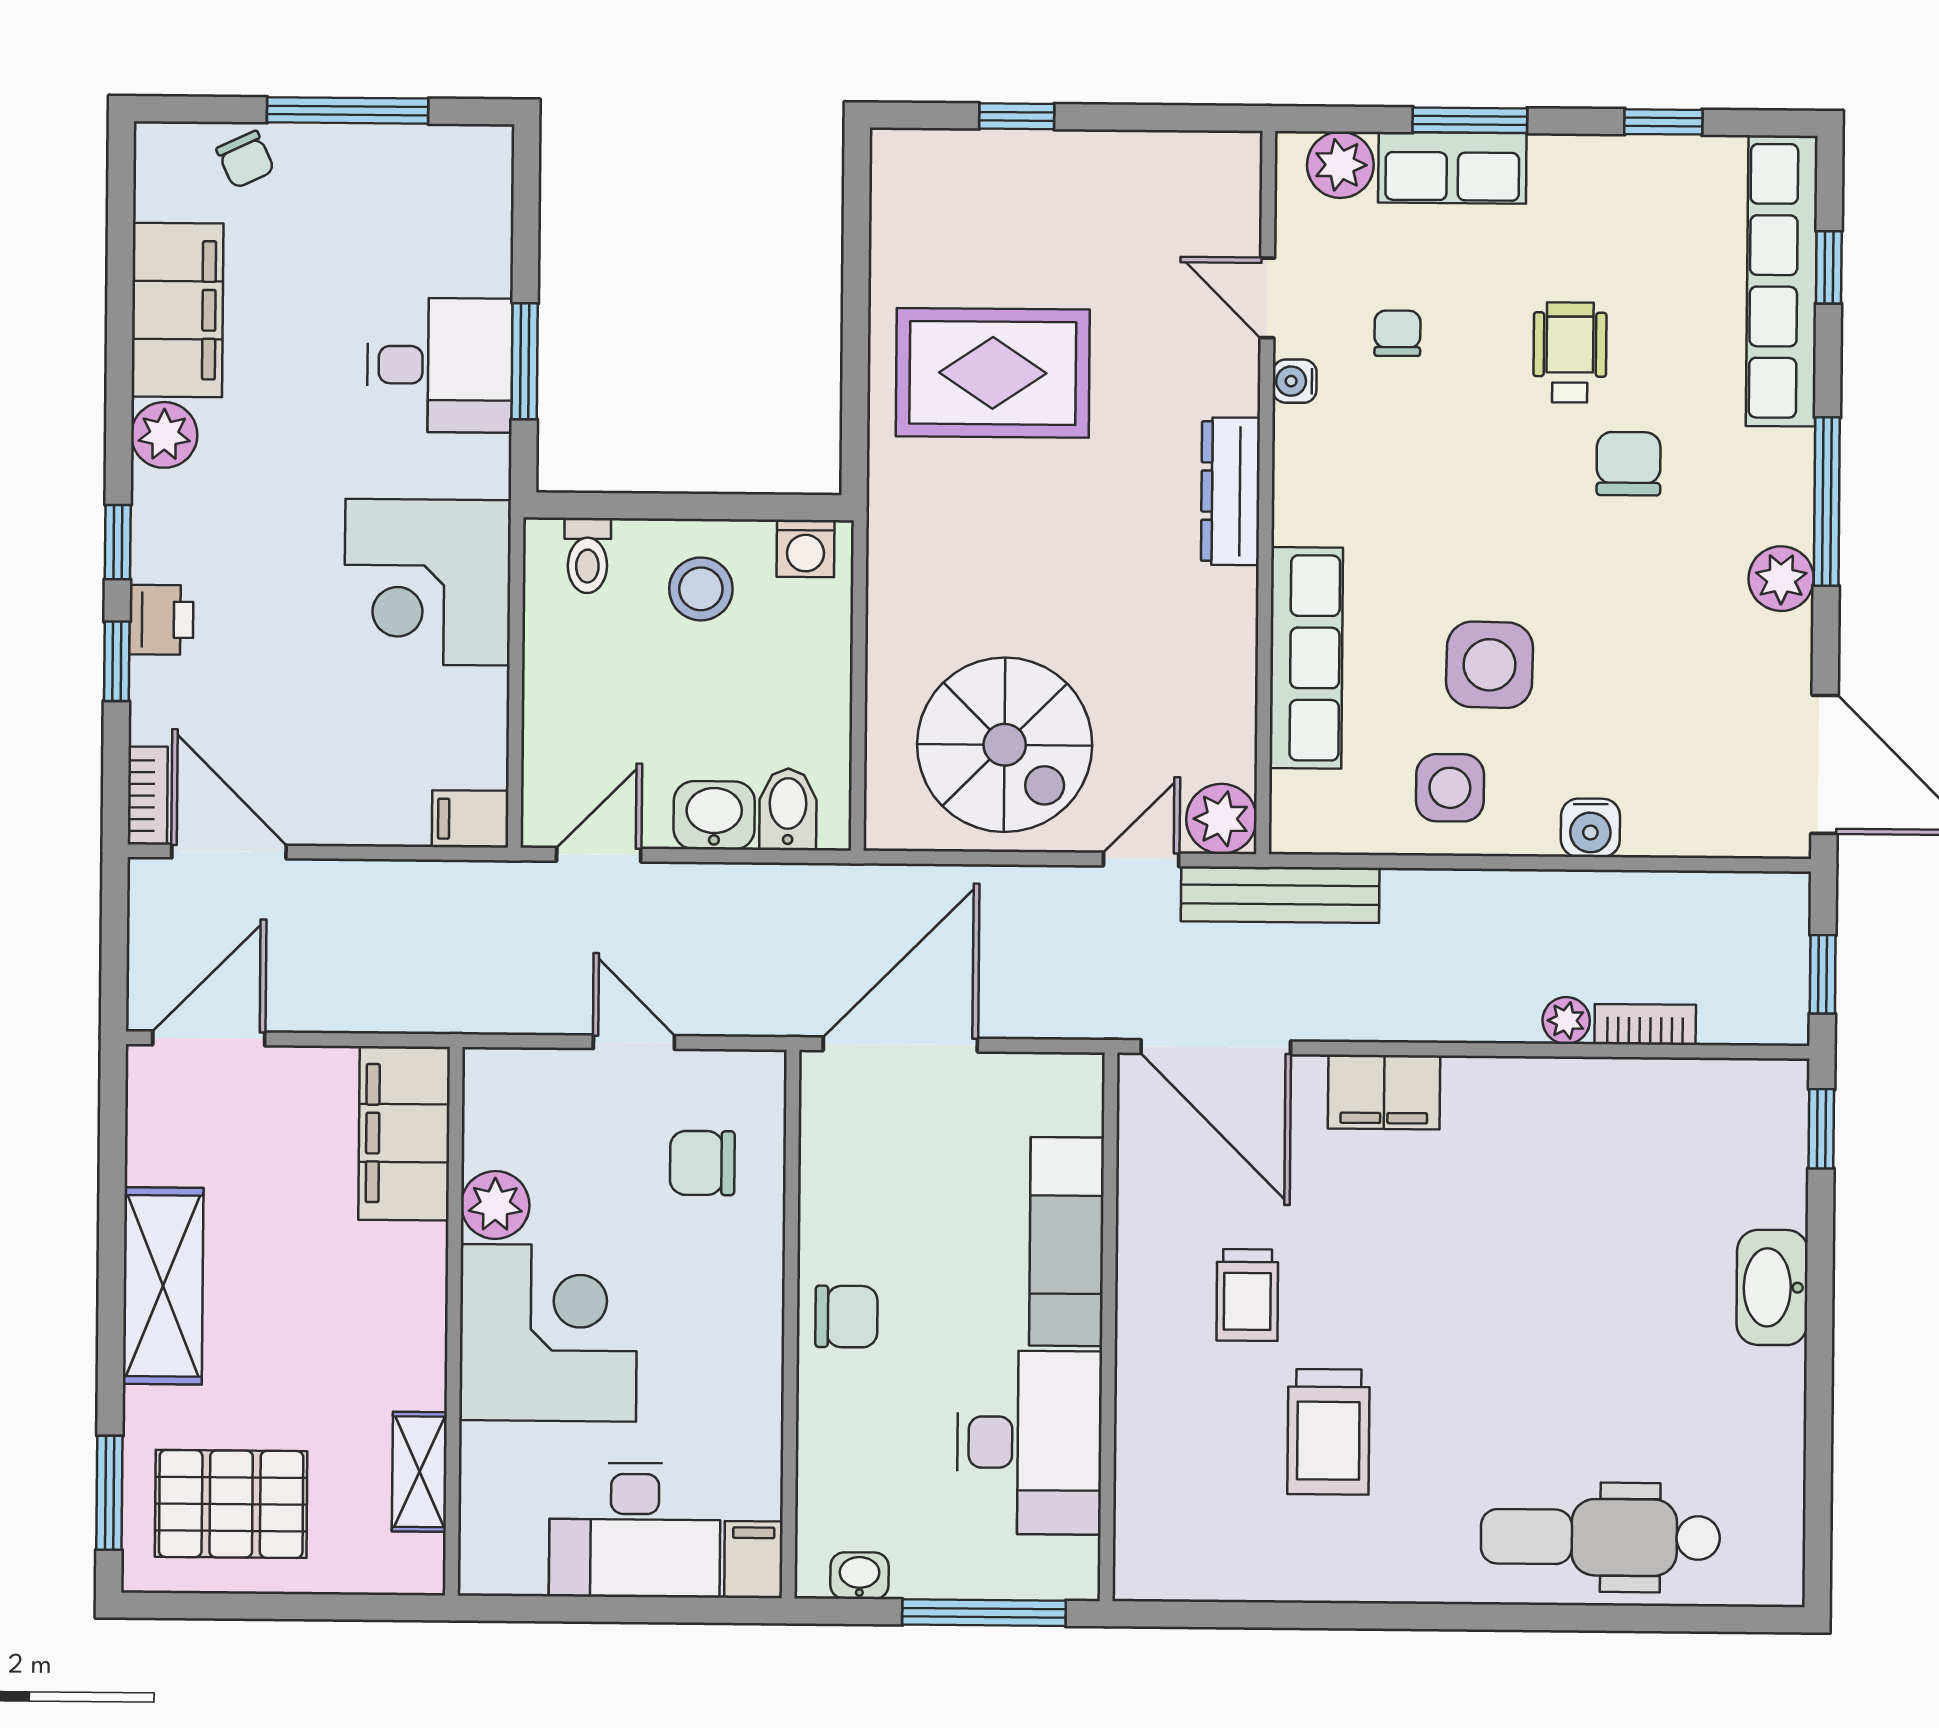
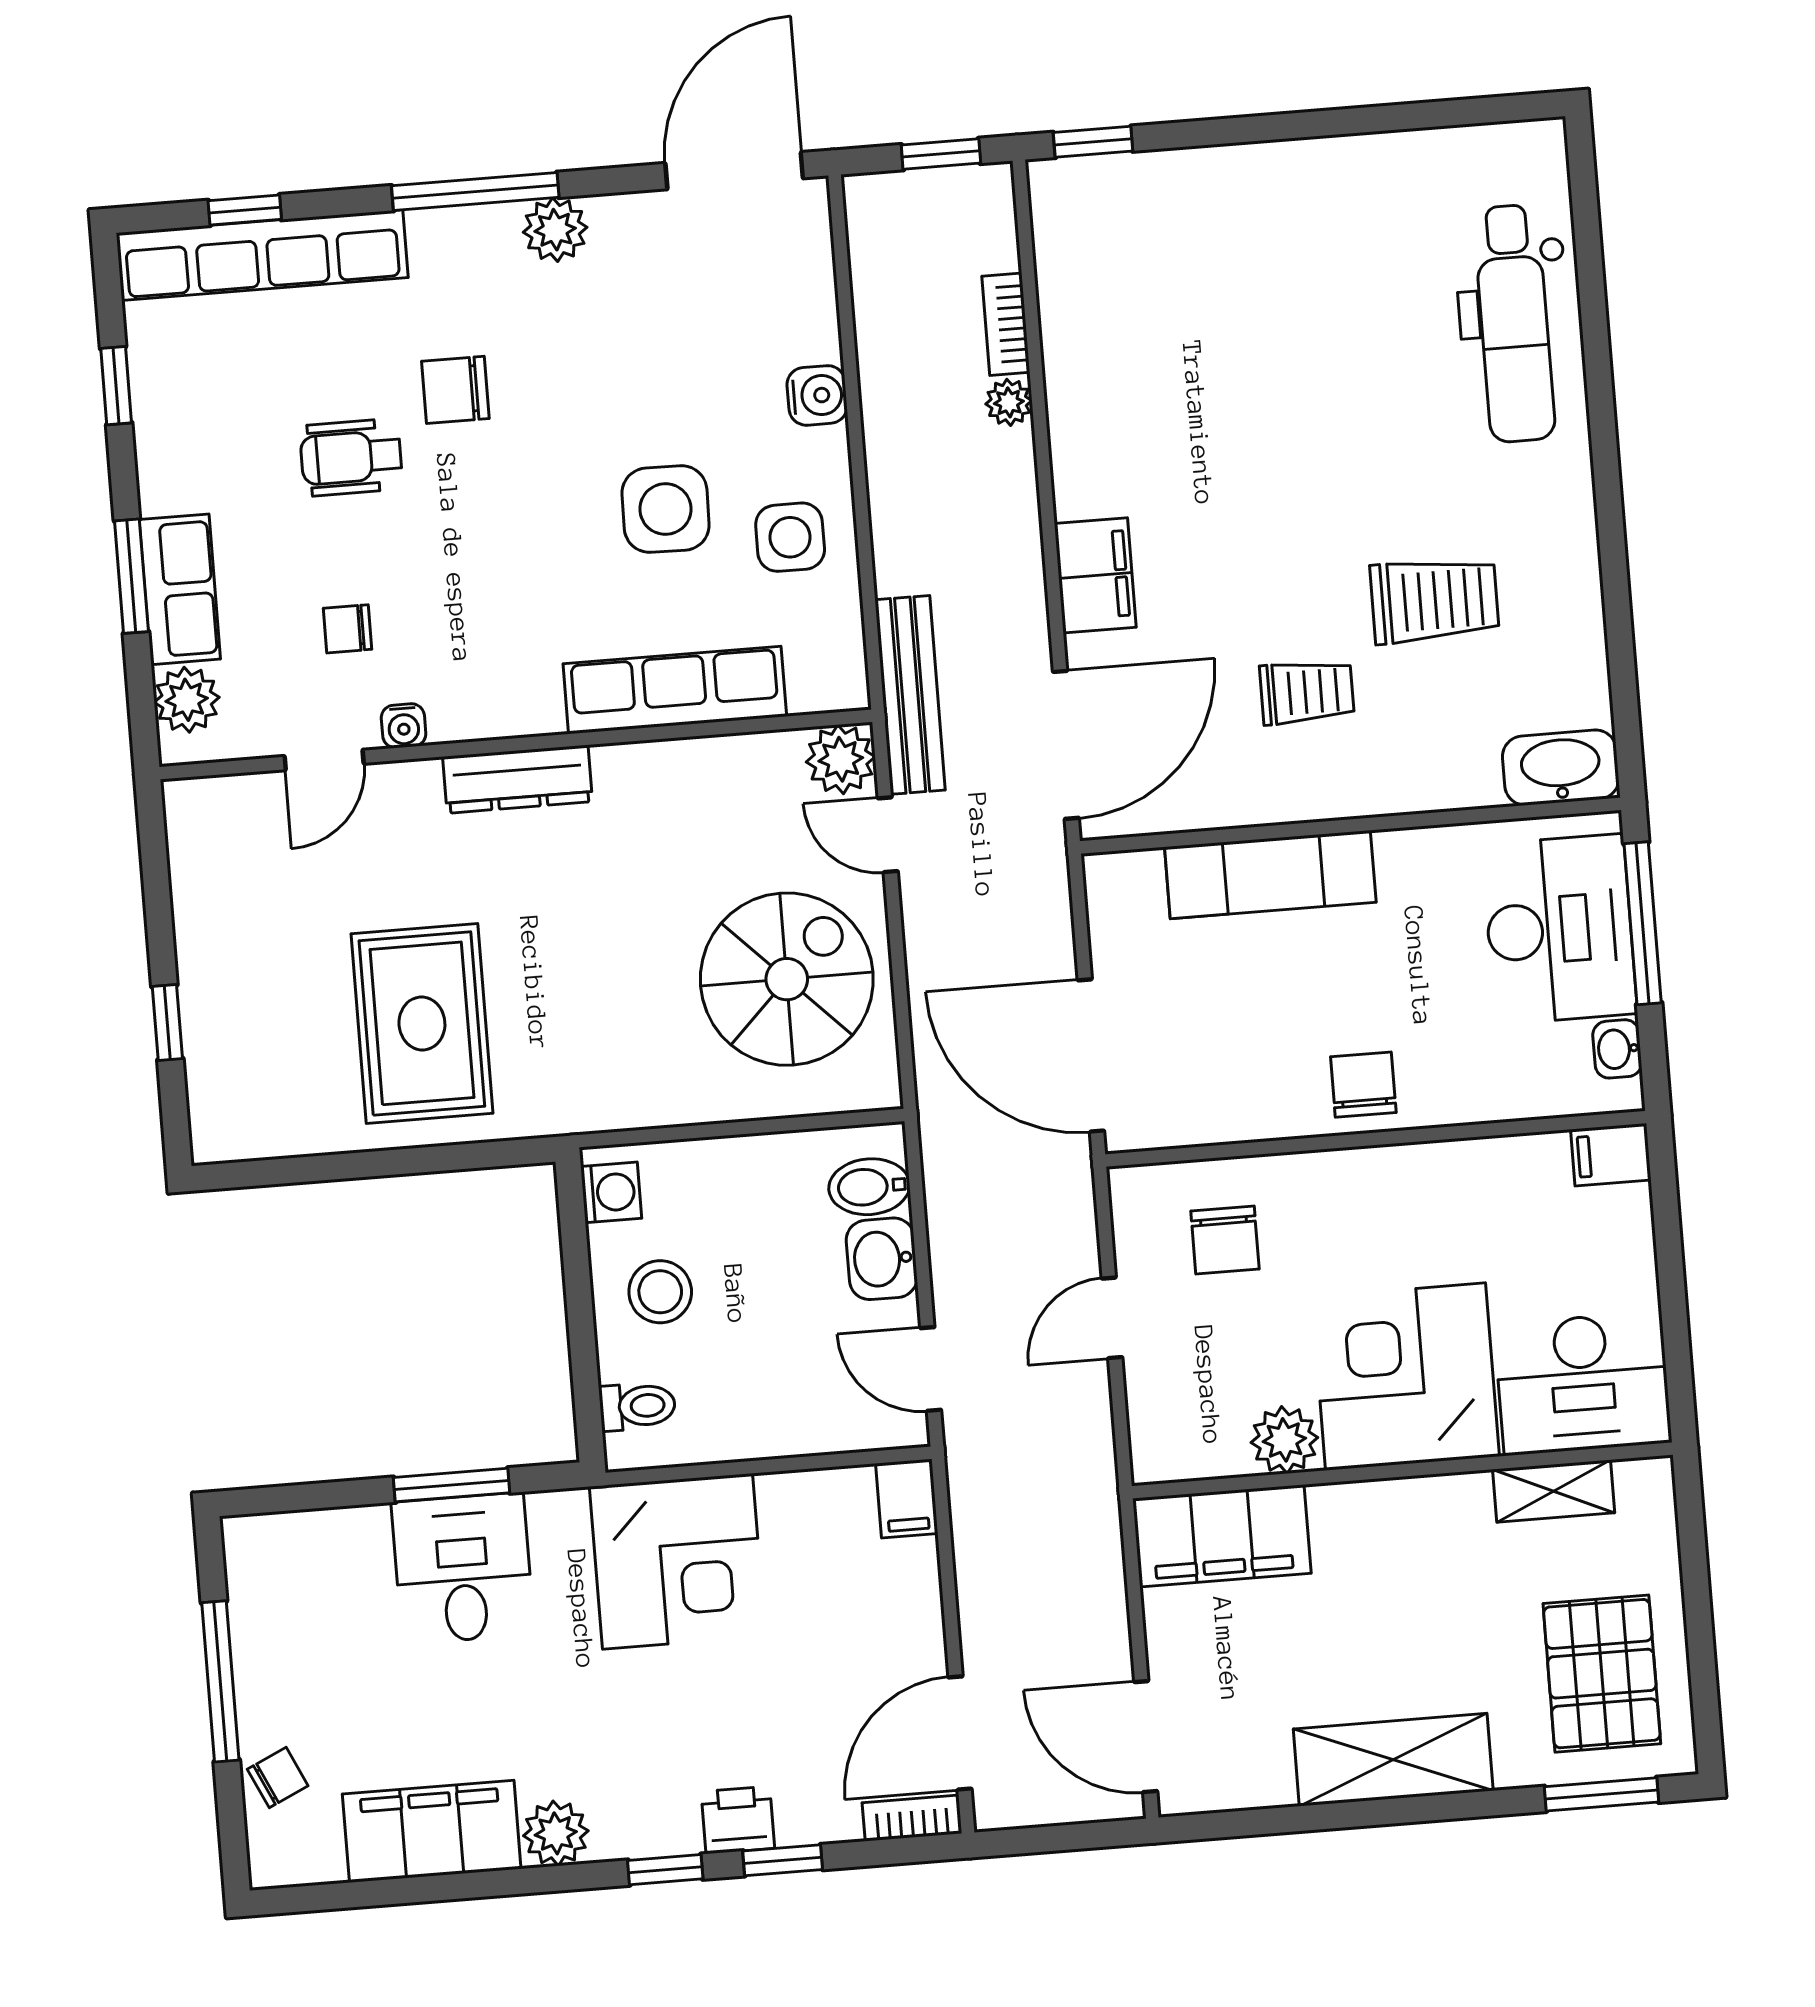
washbasin: (1772, 1287) -> (1561, 768), moved, turned 180
desk: (1029, 1442) -> (1559, 929), moved, turned 90
desk: (635, 1530) -> (1583, 1383), moved, turned 90

